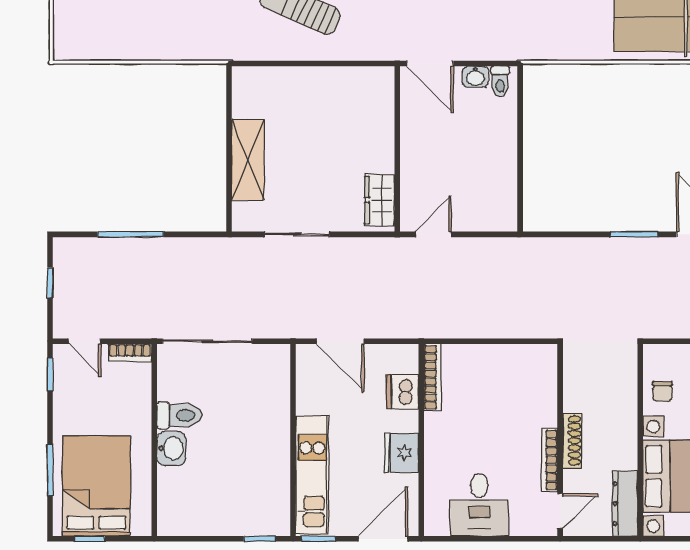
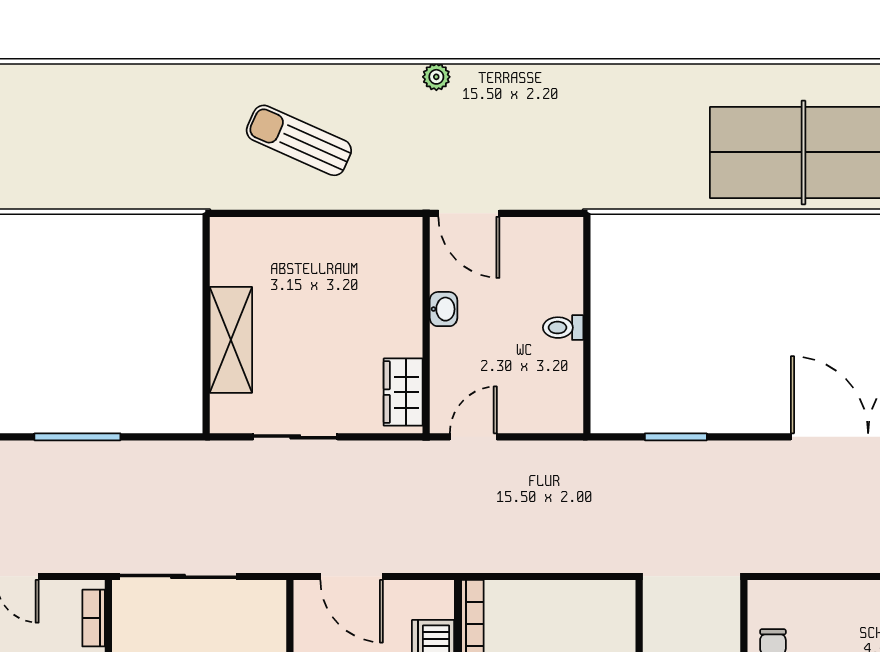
washbasin: (475, 77) -> (443, 309), moved, turned -90
toilet: (500, 82) -> (563, 328), moved, turned 90
window: (634, 234) -> (676, 437), moved
bookcase: (130, 353) -> (94, 618), moved, turned 90

